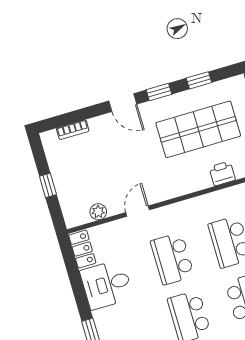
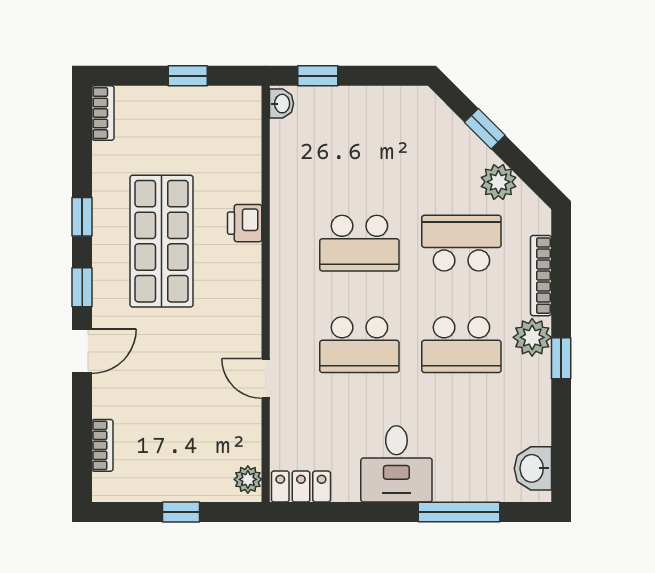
plant: (98, 212) -> (248, 479), moved
desk: (107, 284) -> (396, 464), moved

